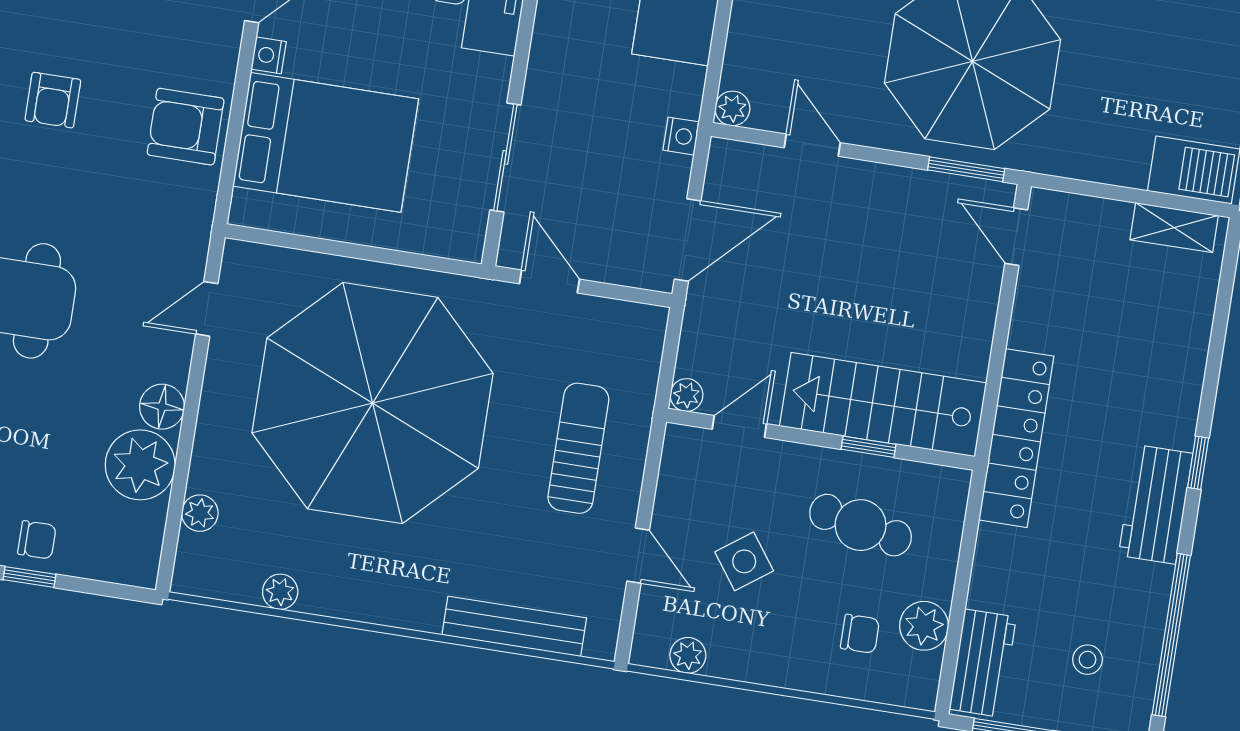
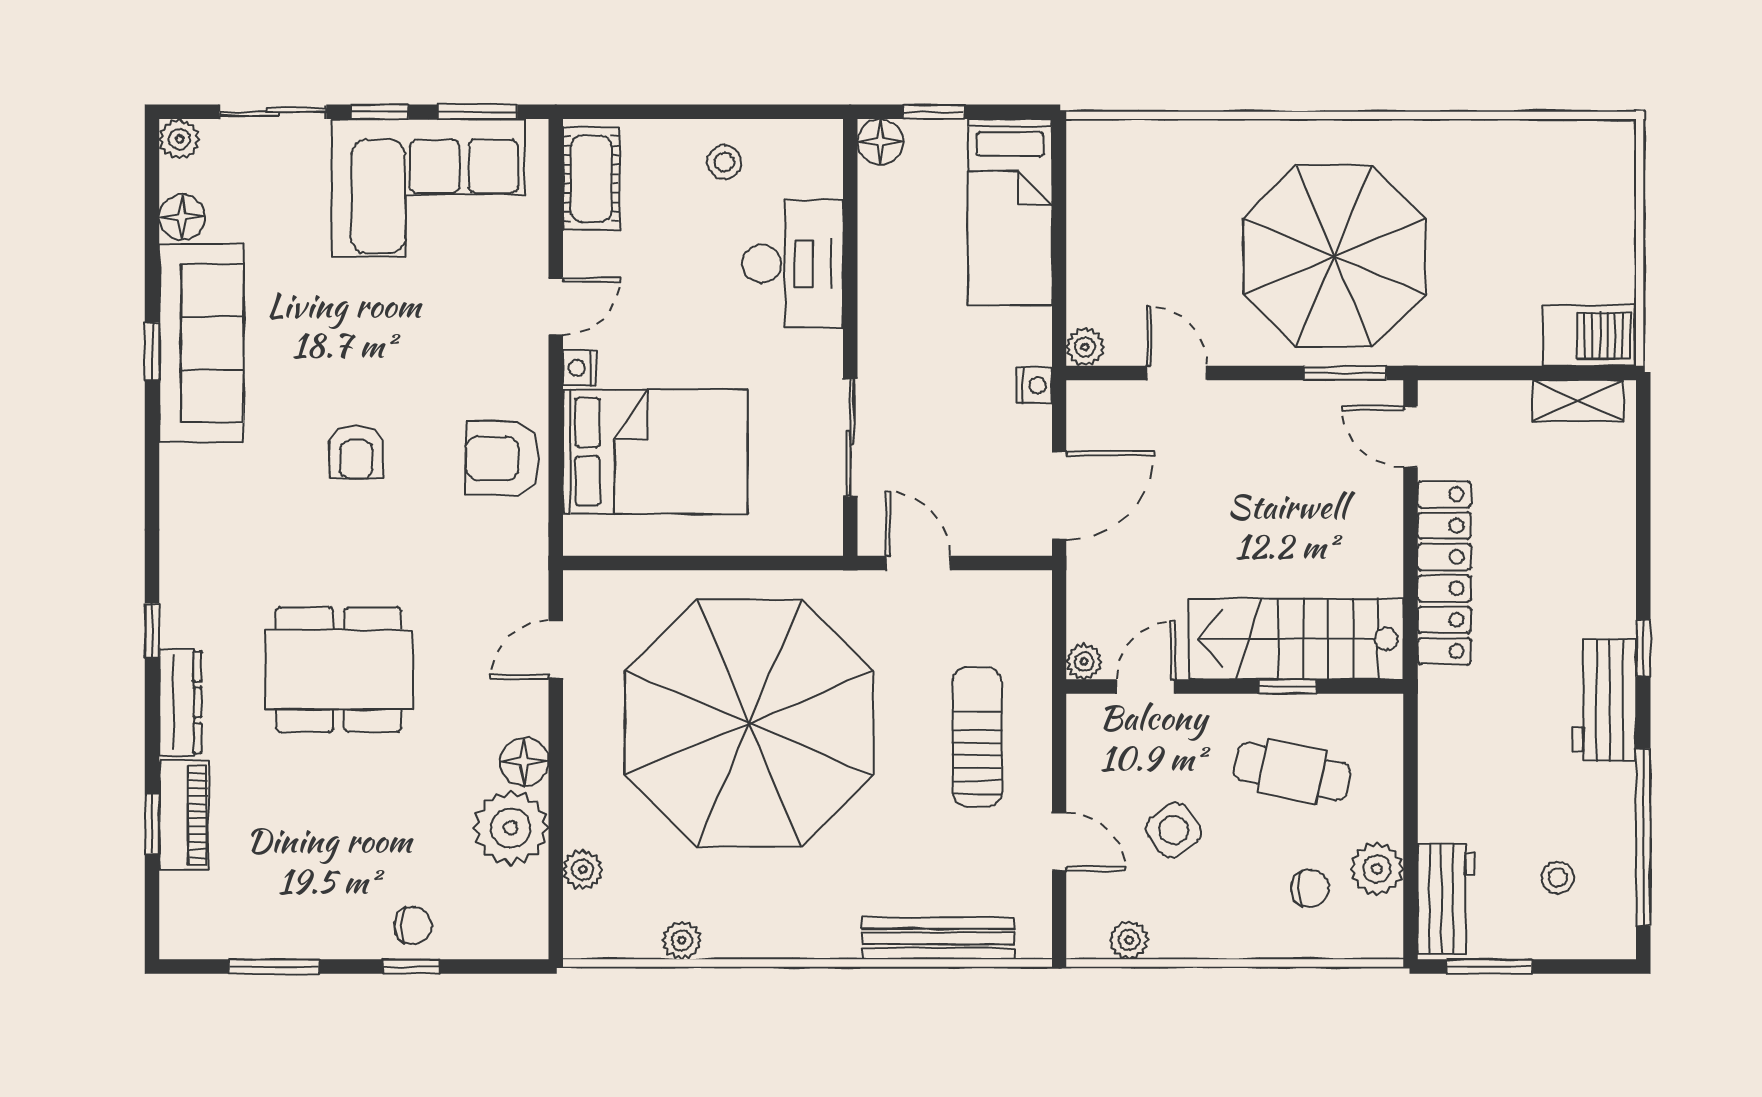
locker: (1016, 438) -> (1444, 573), moved

